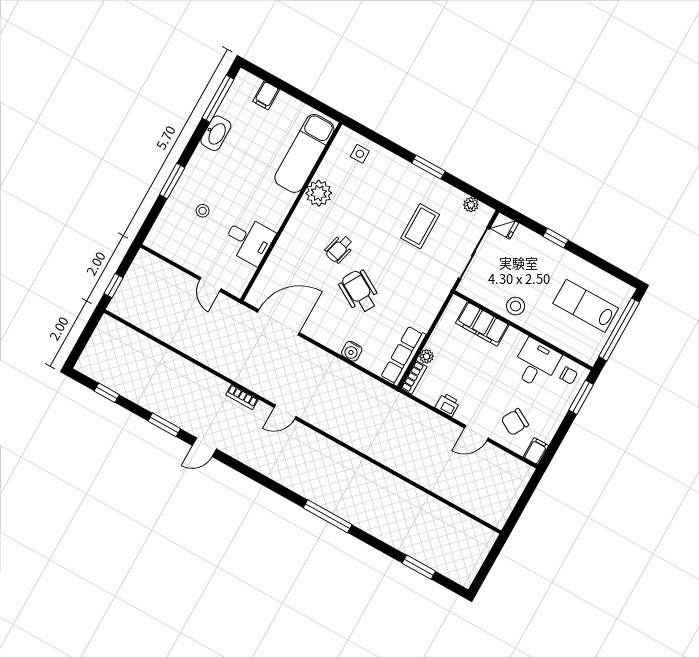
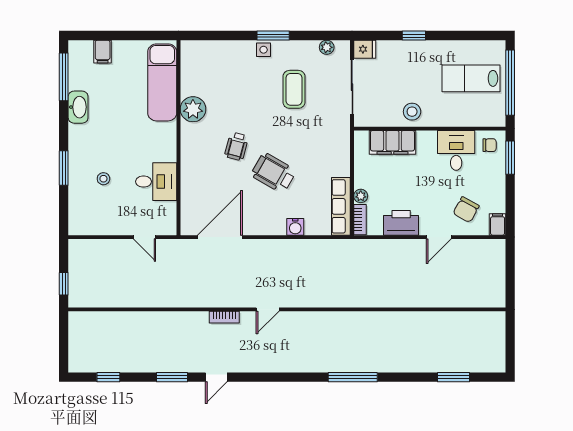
side table: (360, 154) -> (264, 50), moved
printer: (447, 405) -> (401, 223), width x1.87, depth x1.48

